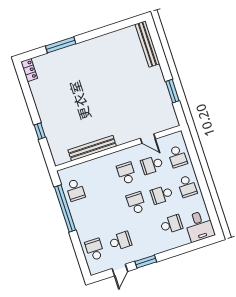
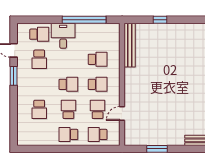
bench: (92, 148) -> (130, 45), moved
school desk: (75, 190) -> (98, 59), moved, turned 180
desk: (199, 226) -> (63, 36), moved, turned 90

